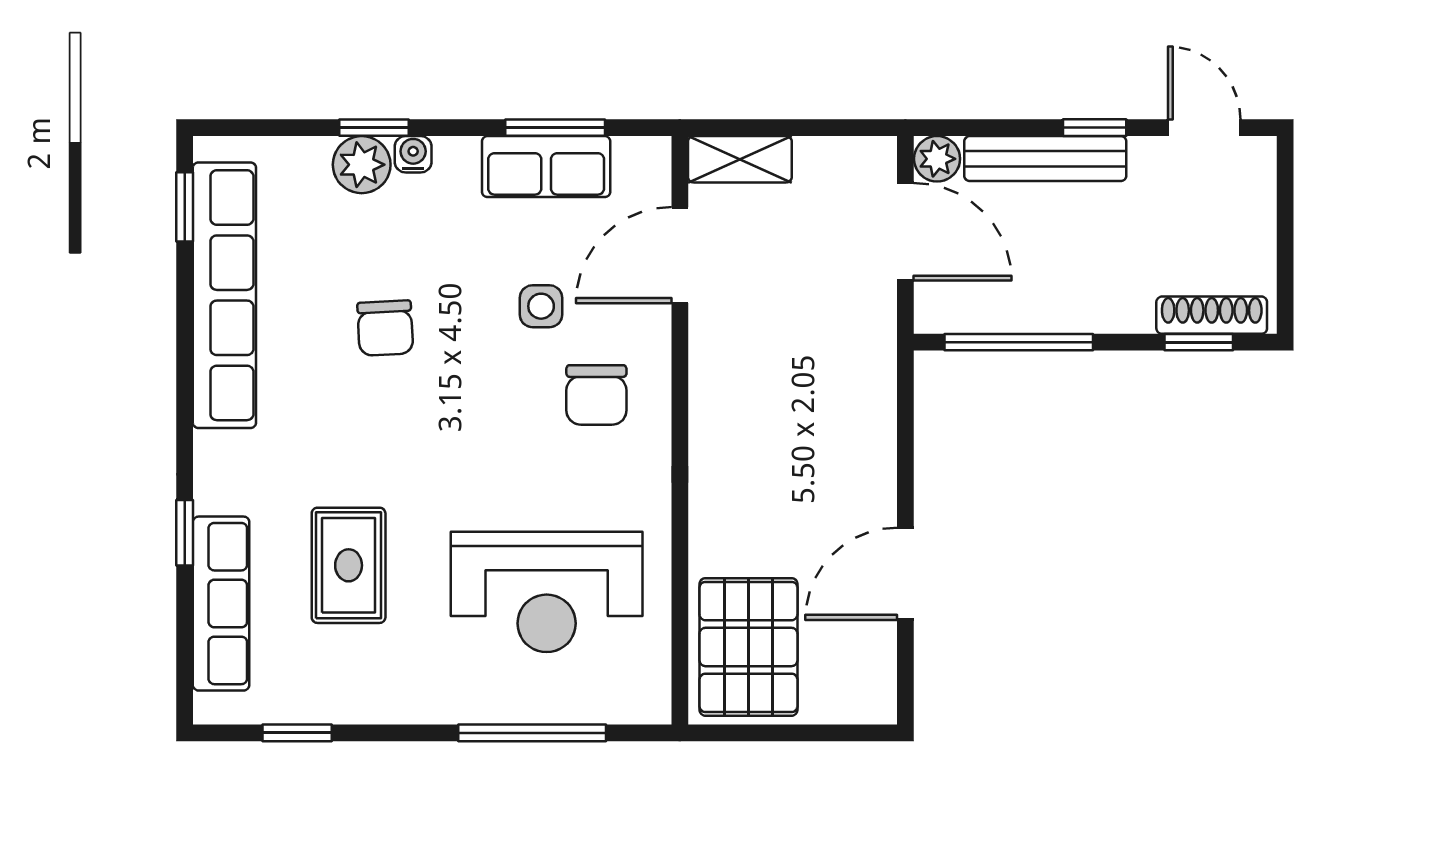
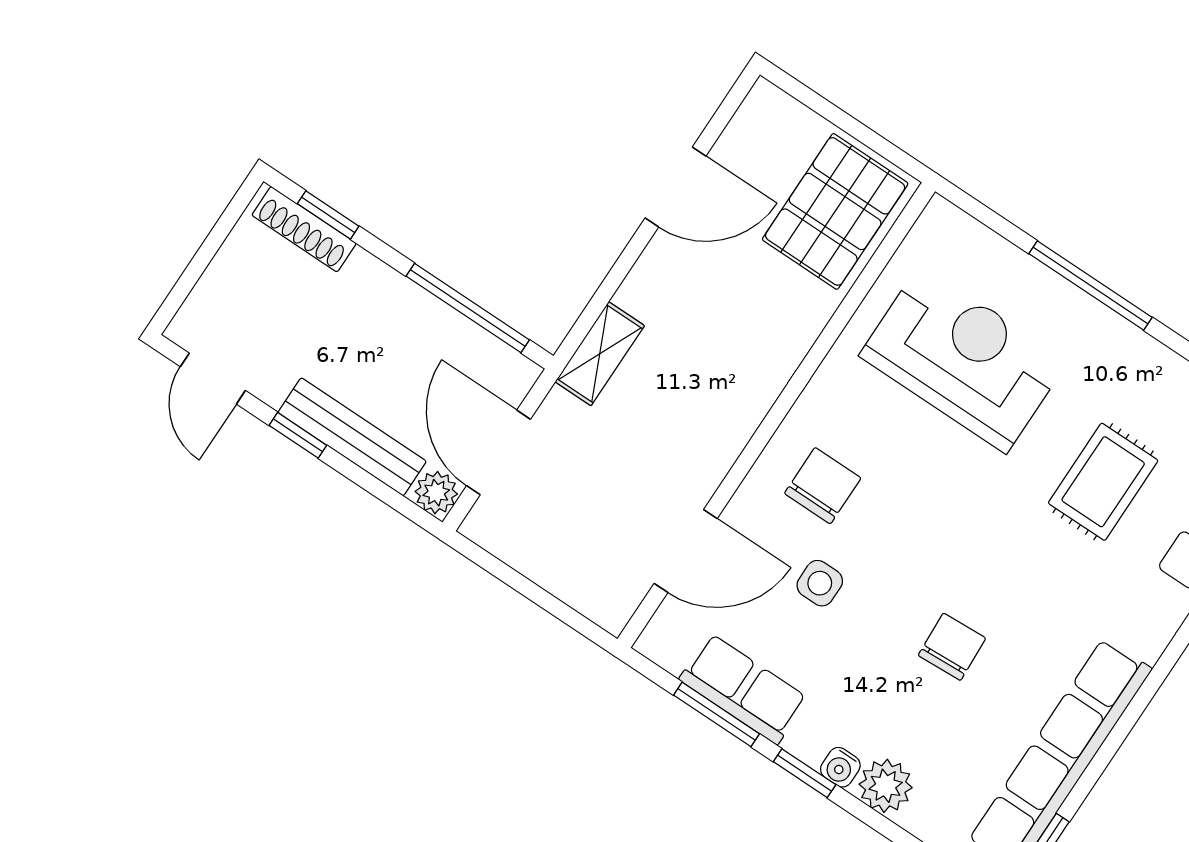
window: (374, 128) -> (805, 773), moved
shelving: (740, 159) -> (600, 354), moved, turned 90
window: (532, 733) -> (1091, 286), moved

